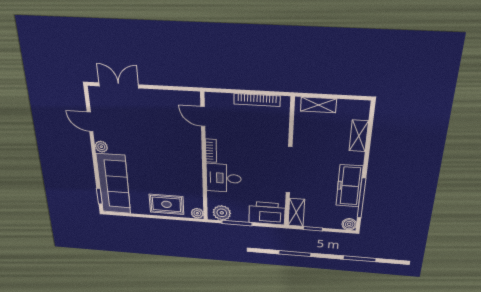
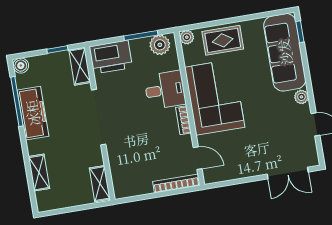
bookcase: (257, 100) -> (176, 183), moved
shelving: (318, 105) -> (100, 184), moved, turned 90
corner sofa: (180, 163) -> (215, 97), added

